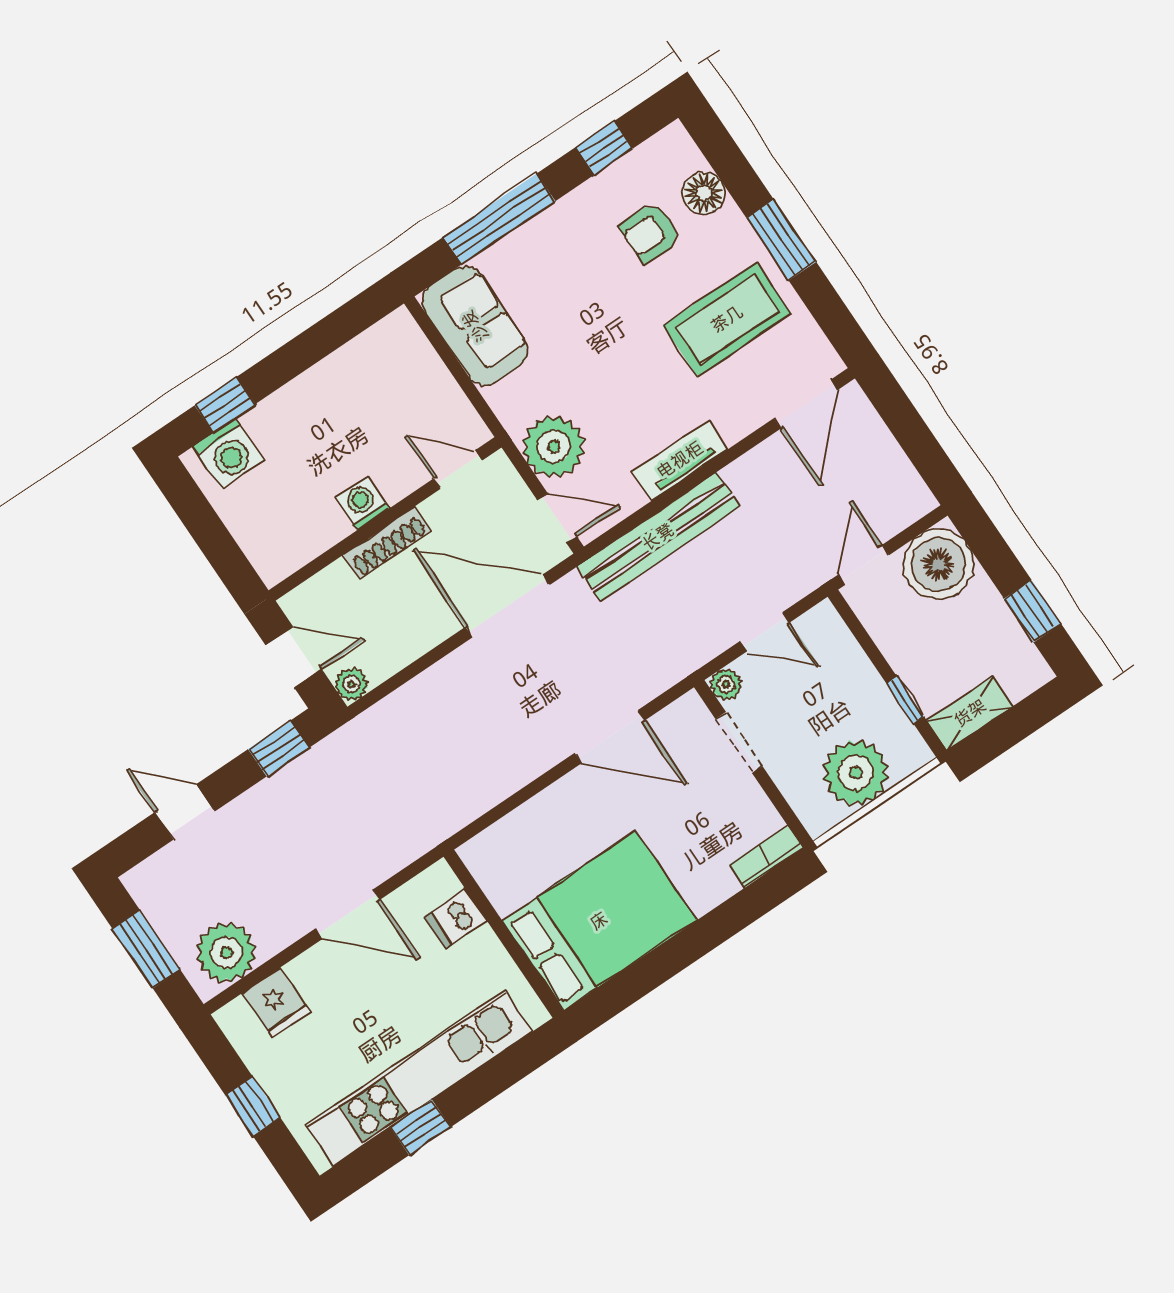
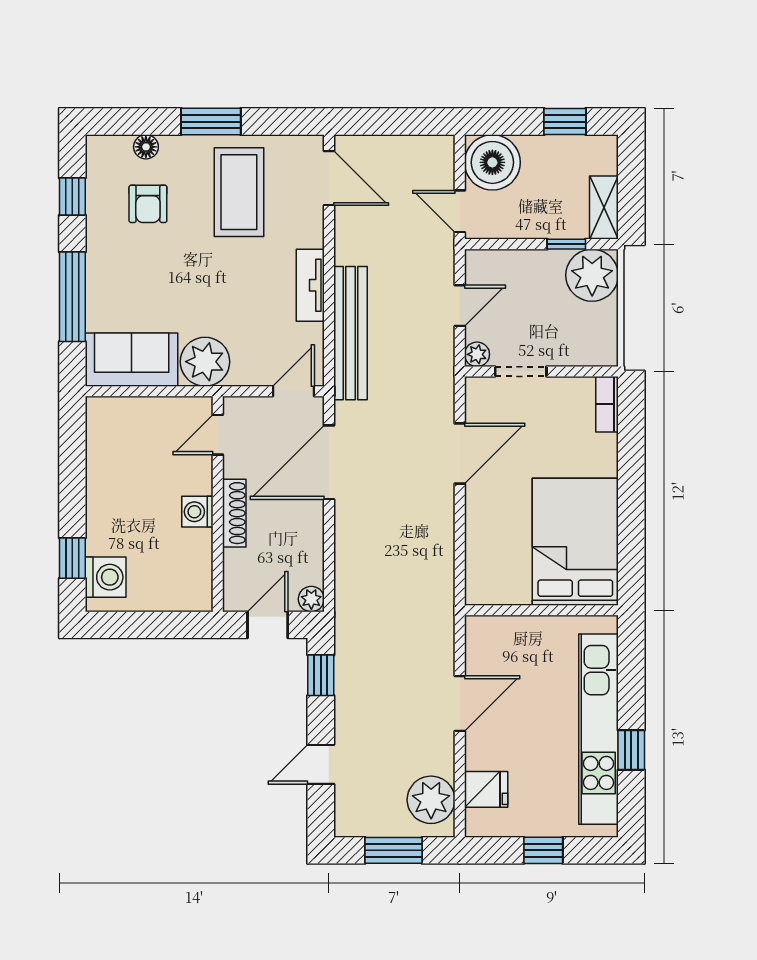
floor lamp: (704, 193) -> (146, 147), width x0.73, depth x0.73
plant: (554, 447) -> (205, 362), moved
plant: (856, 773) -> (592, 275), moved
dishwasher: (456, 919) -> (510, 635), removed

